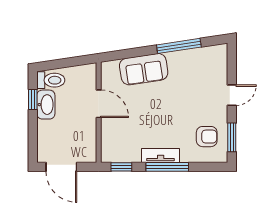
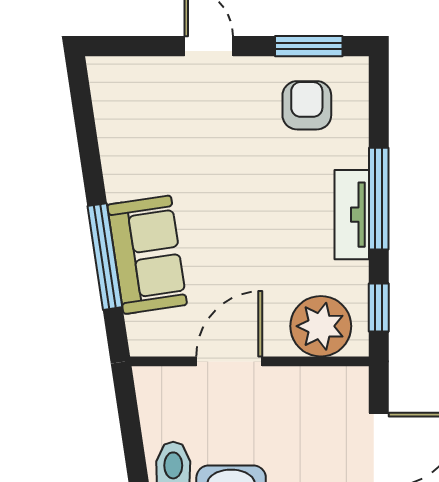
window: (179, 46) -> (105, 257), moved
plant: (113, 142) -> (321, 326), added

